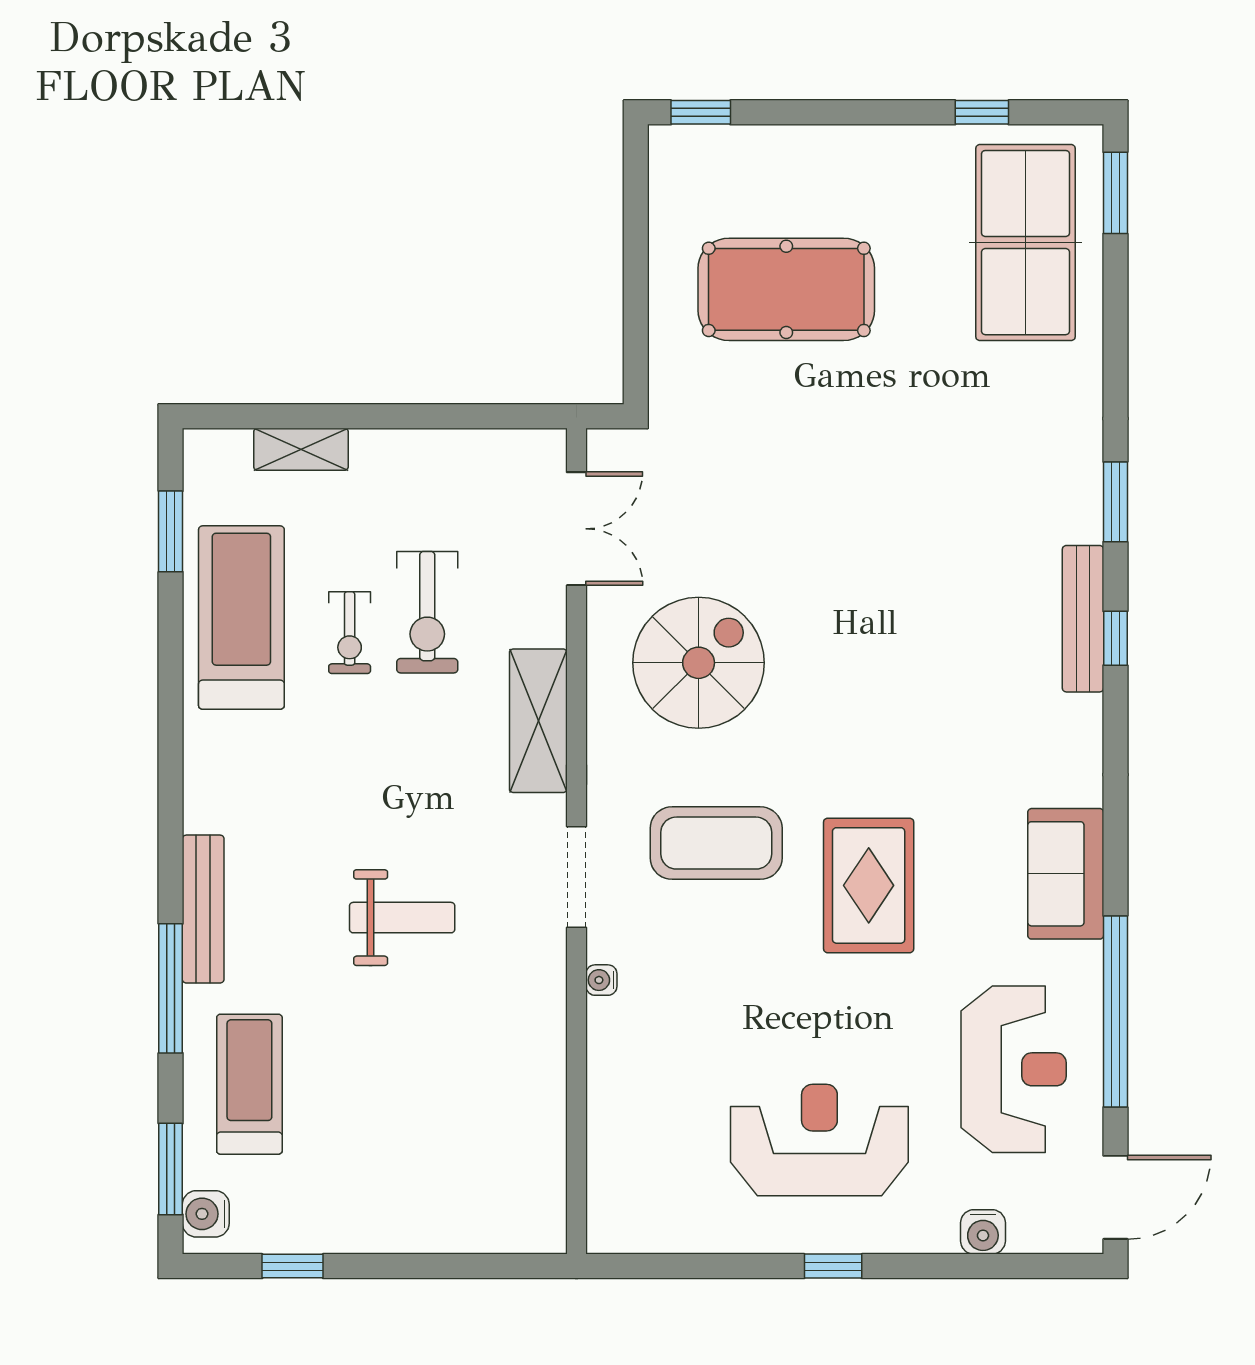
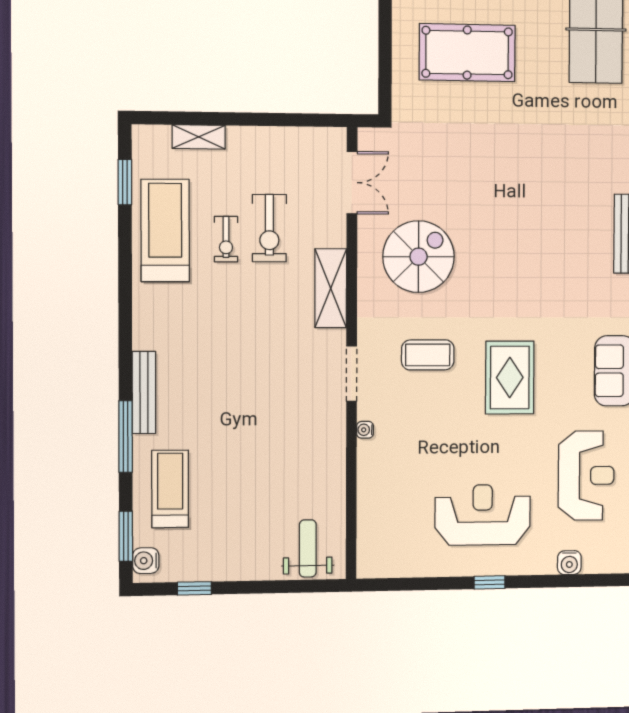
coffee table: (716, 843) -> (428, 355), width x0.73, depth x0.76
weight bench: (402, 918) -> (308, 548), moved, turned -90

